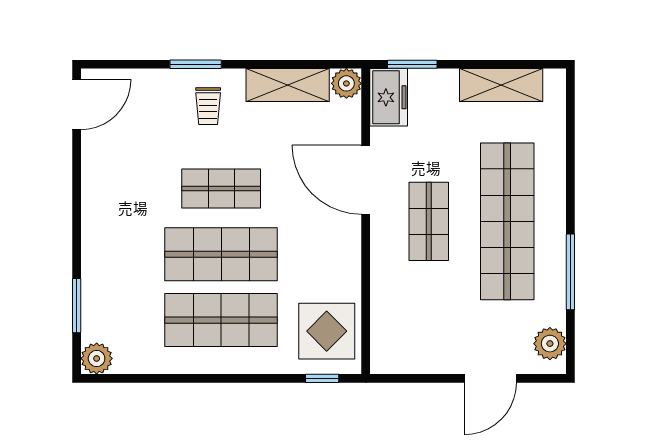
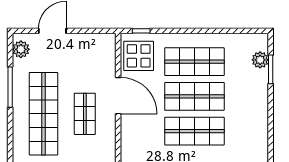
door: (366, 180) -> (118, 96), moved
shop shelf: (221, 188) -> (194, 131), width x1.43, depth x1.36
plant: (97, 358) -> (260, 60), moved

